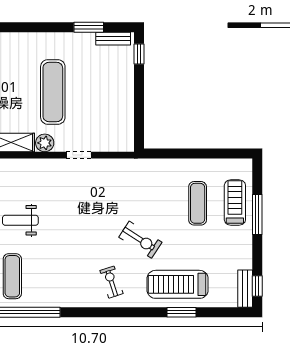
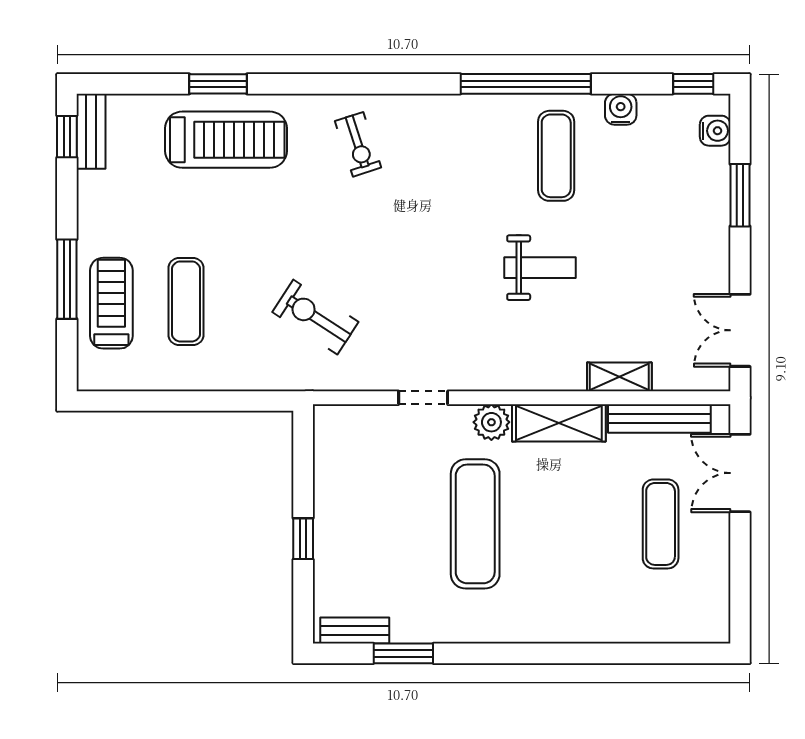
window: (139, 54) -> (303, 539), moved
treadmill: (235, 202) -> (111, 303), turned 180
exercise bike: (140, 240) -> (315, 317), moved

